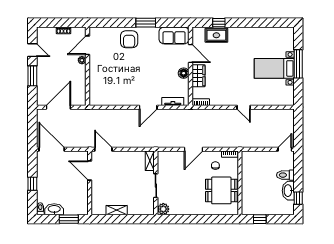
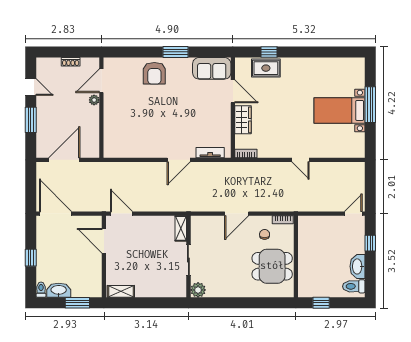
floor lamp: (184, 73) -> (224, 117), removed
toilet: (285, 175) -> (354, 286), moved
window: (298, 198) -> (370, 243), moved
shelving: (117, 210) -> (121, 291), moved

